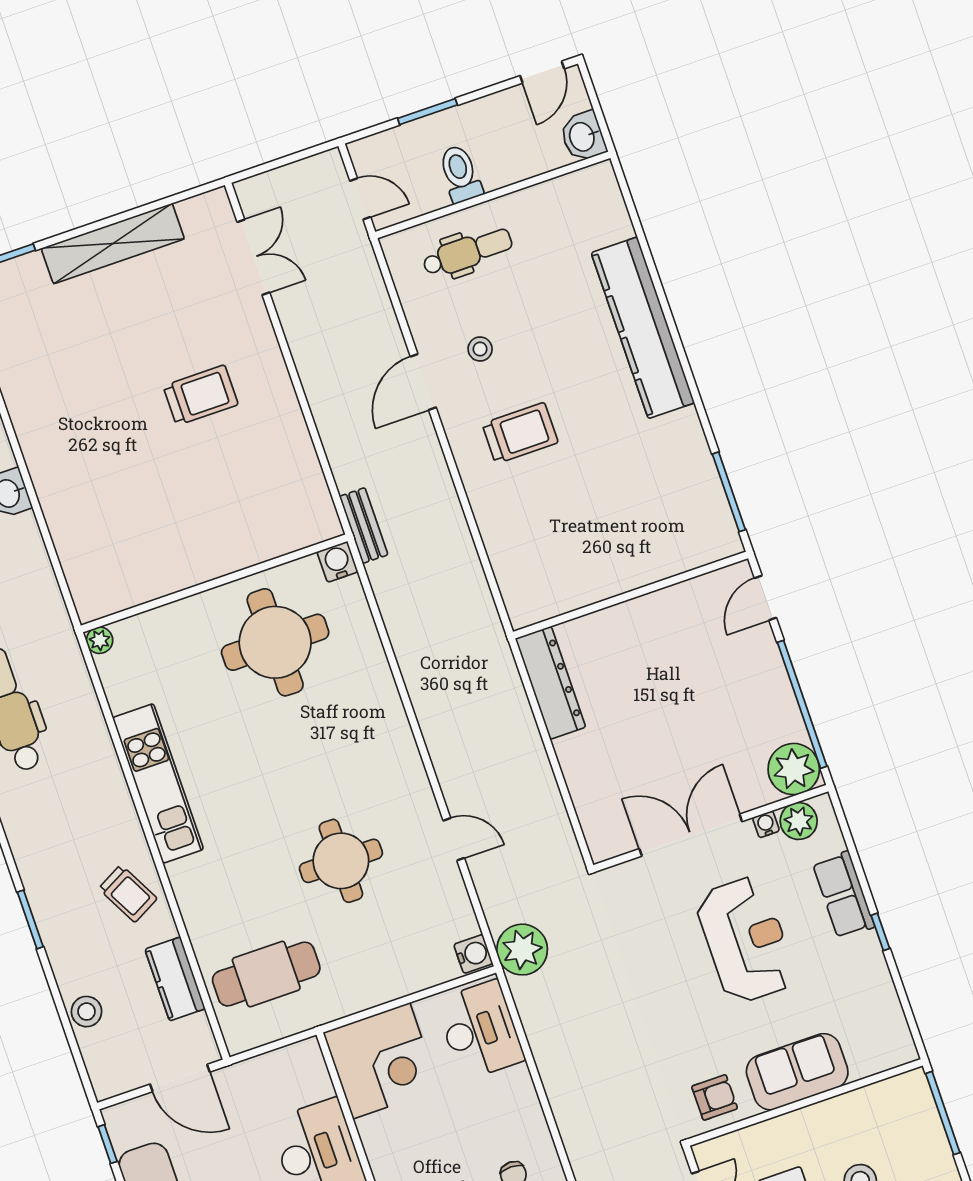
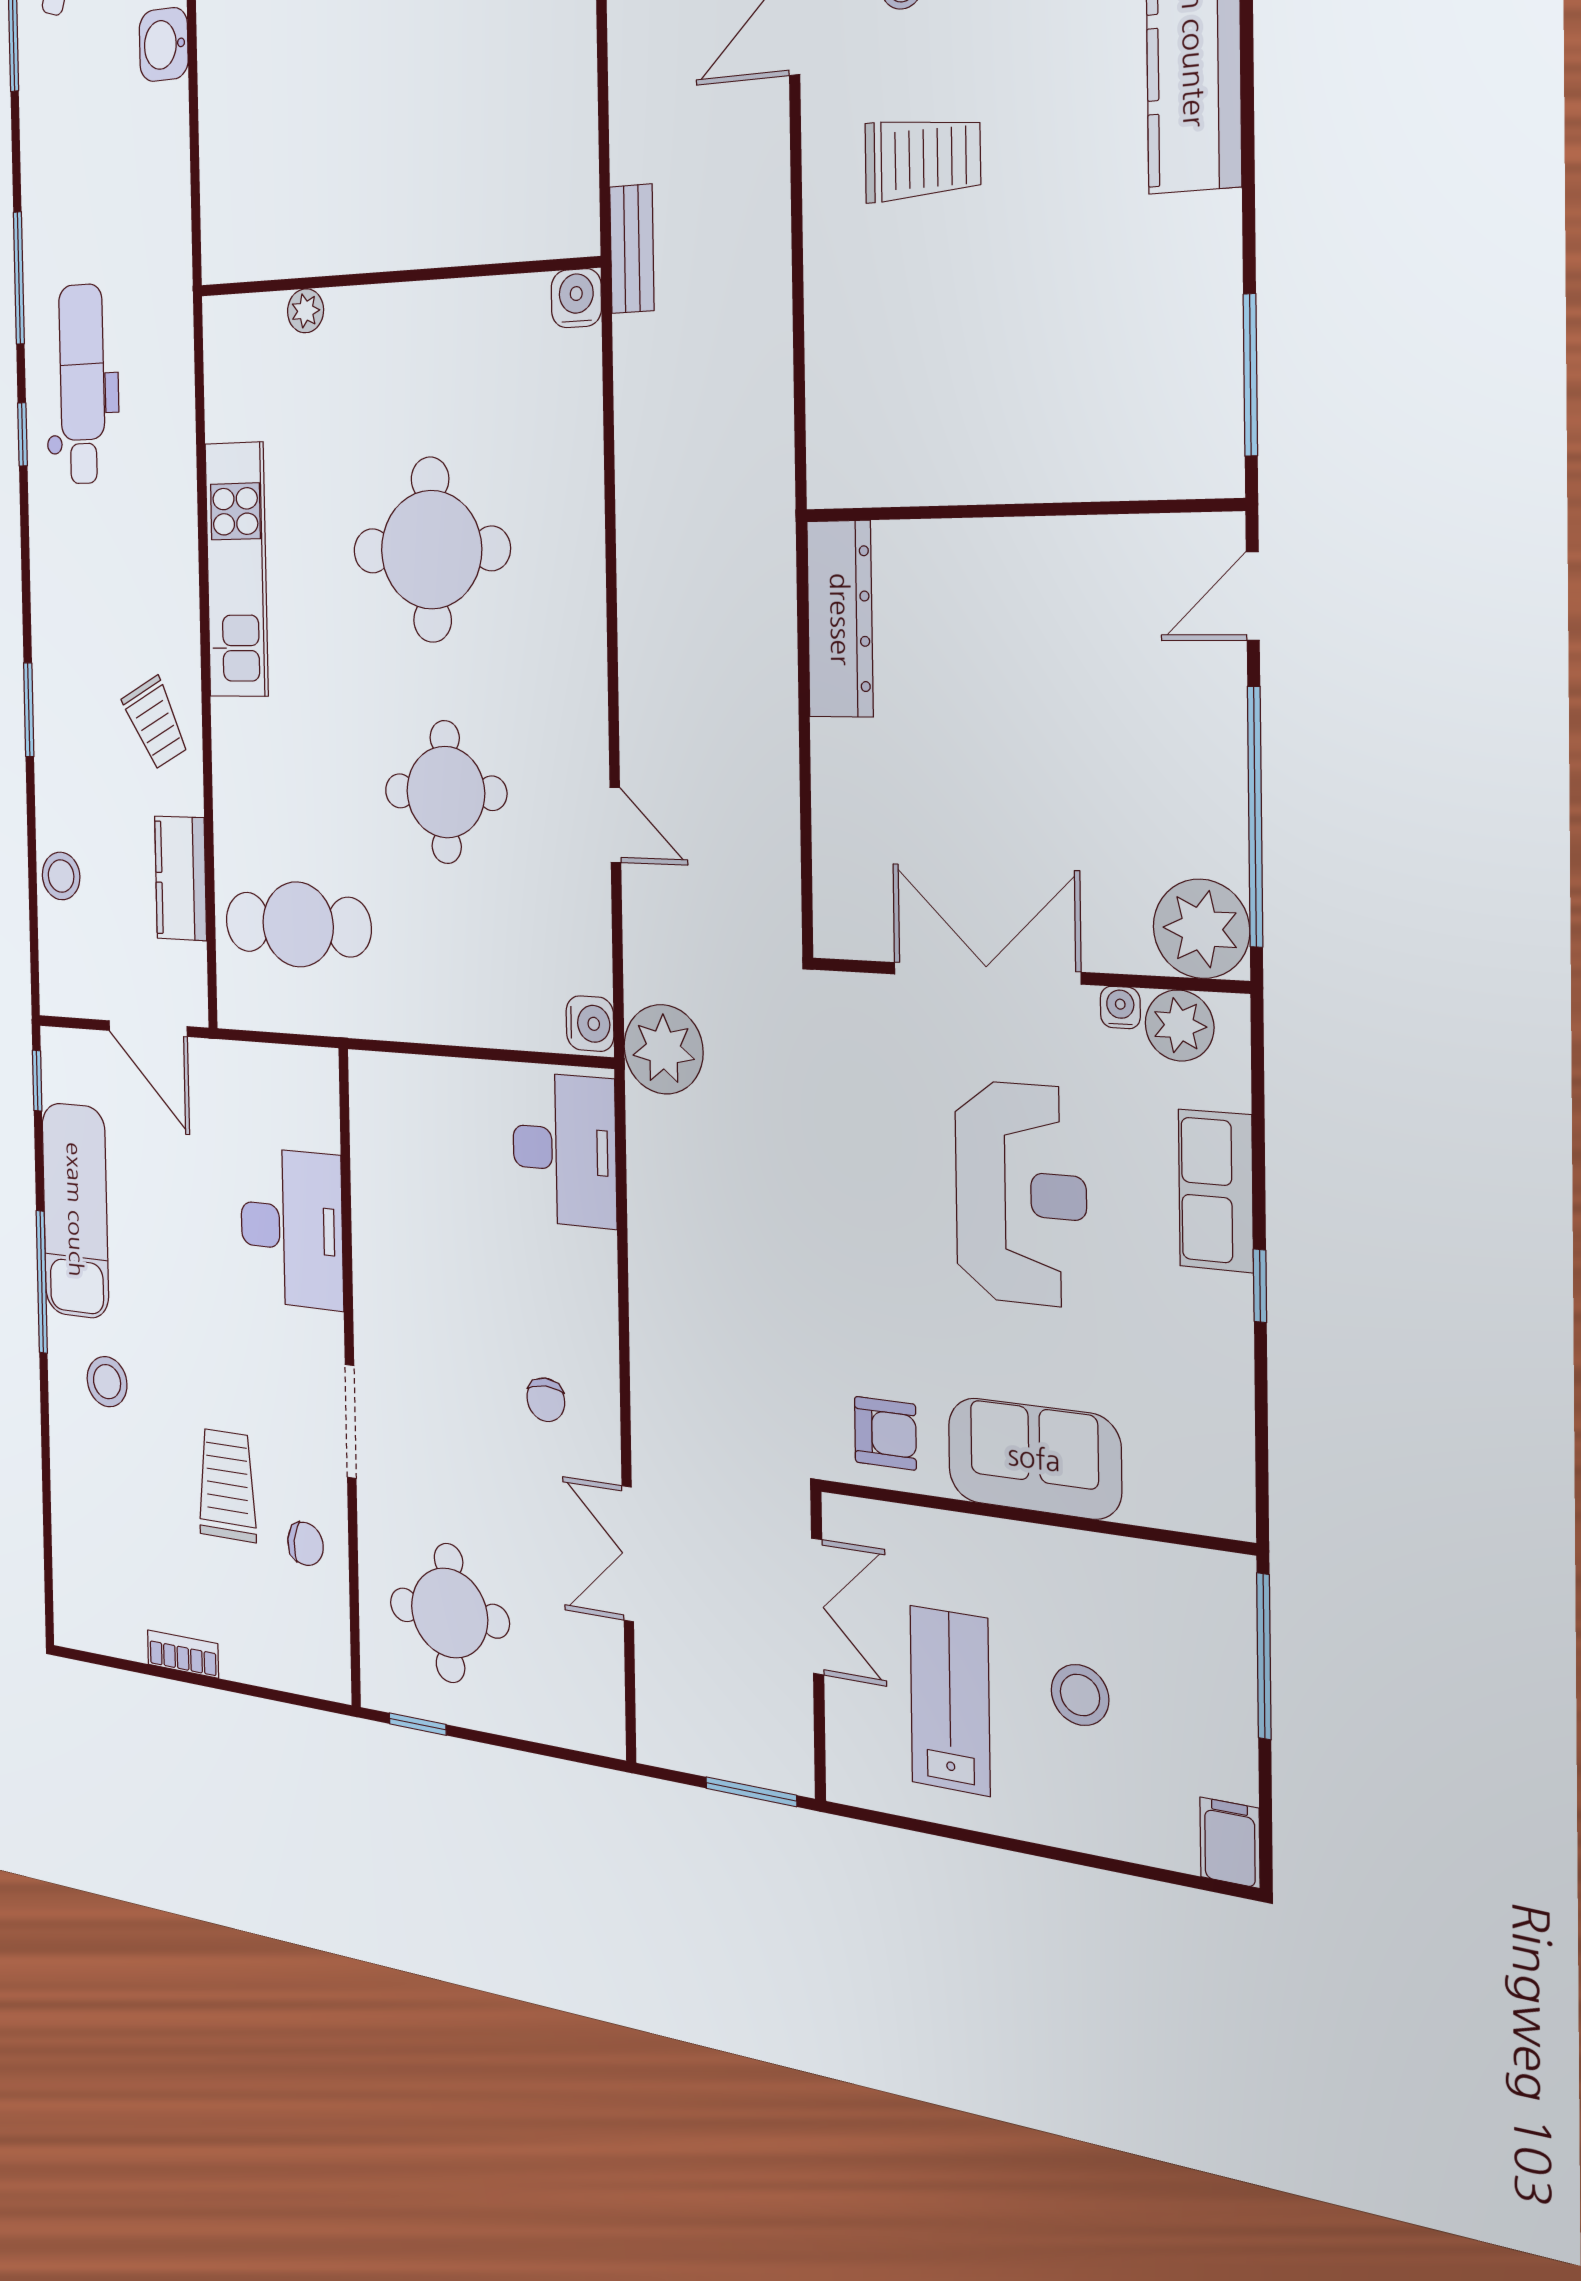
plant: (100, 640) -> (306, 311), moved
round table: (275, 642) -> (431, 550), moved
corner desk: (381, 1061) -> (414, 1131), removed

